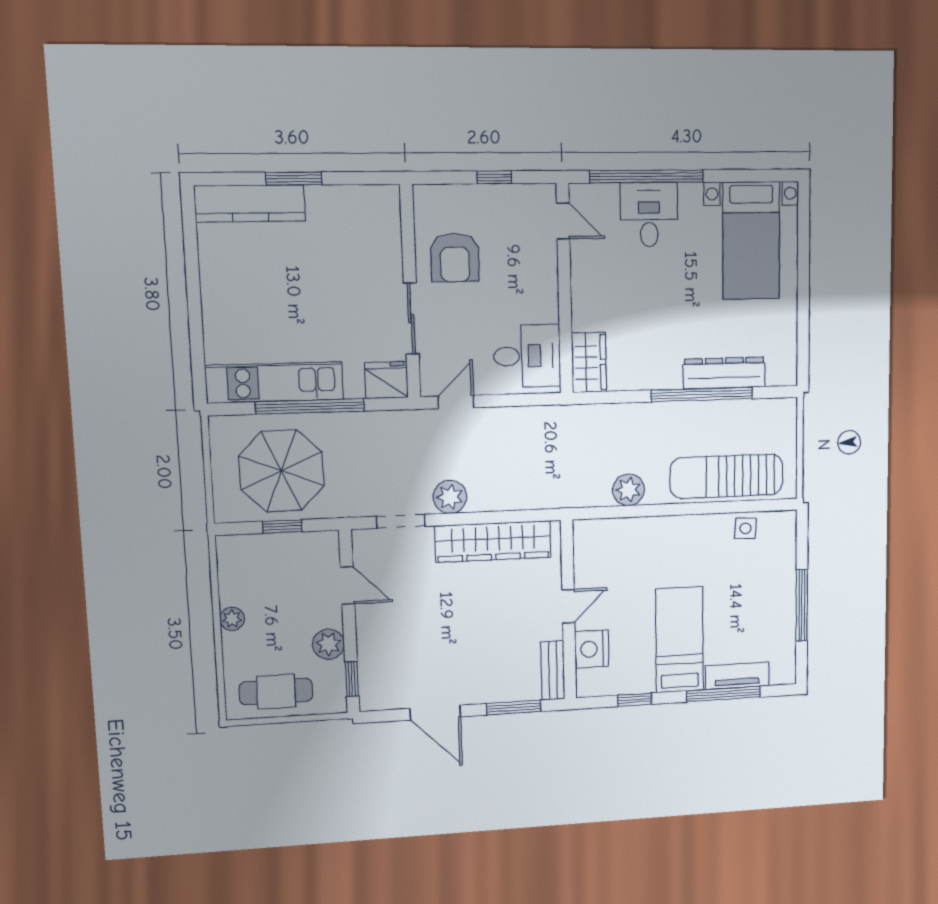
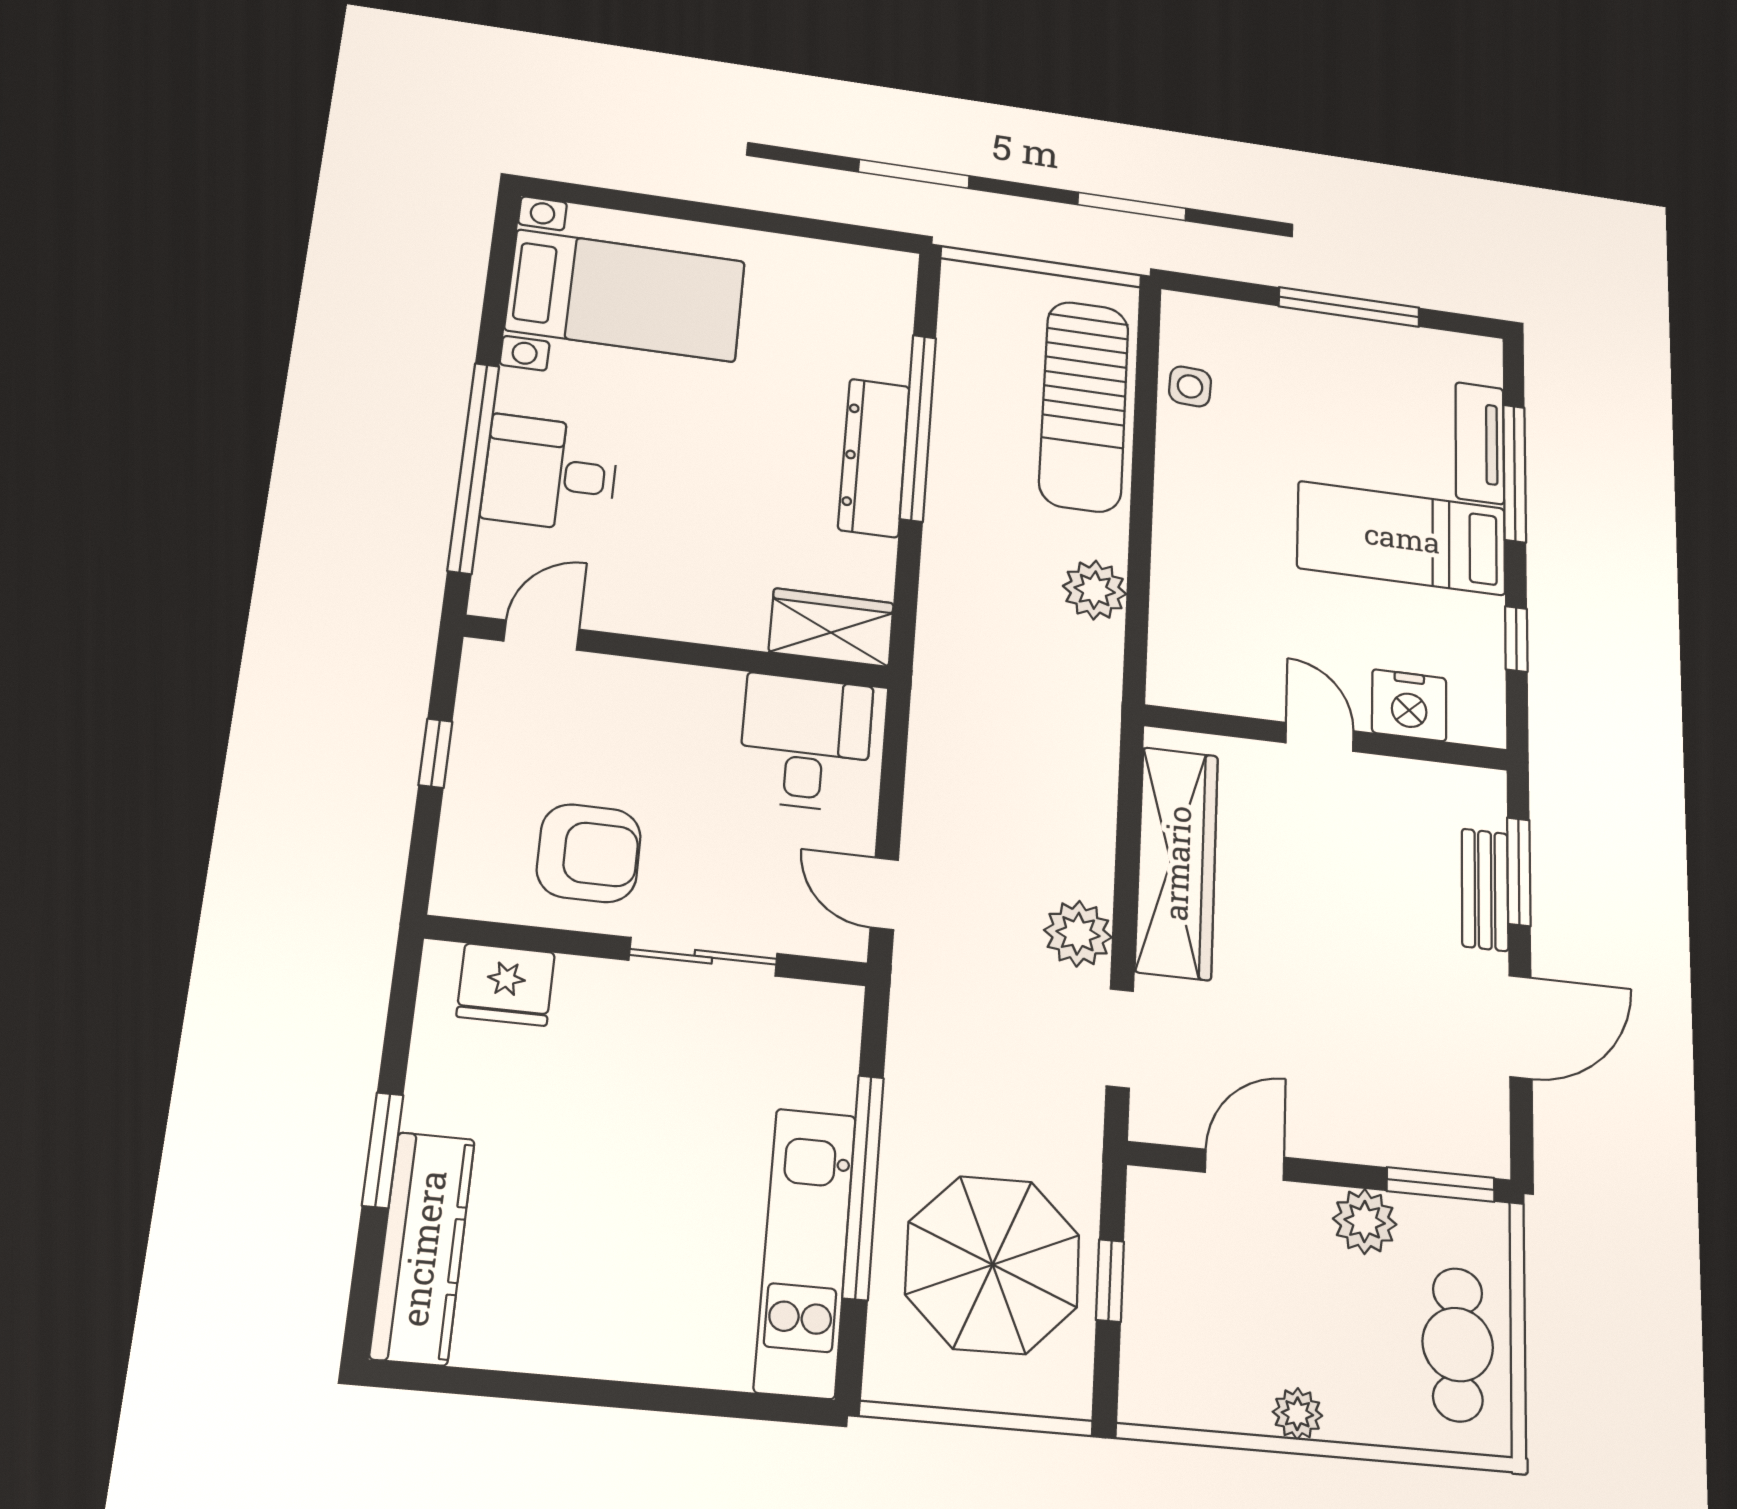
dresser: (724, 373) -> (874, 458), moved
fridge: (386, 380) -> (506, 985), moved, turned -90
bench: (553, 670) -> (1485, 890), moved, turned 90
window: (352, 679) -> (1441, 1184), width x1.50

